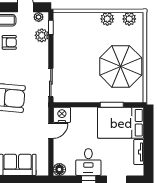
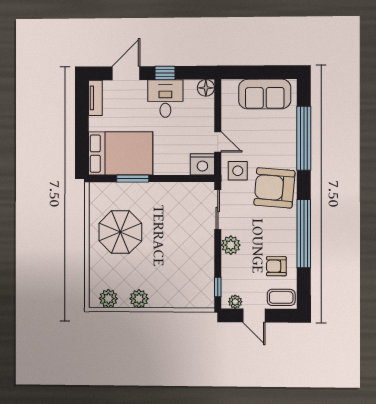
plant: (42, 35) -> (231, 245), moved
parasol: (121, 66) -> (120, 232), width x0.73, depth x0.73
side table: (37, 110) -> (238, 171), added
door: (51, 131) -> (218, 142), swing flipped
tv unit: (139, 152) -> (95, 98), moved

